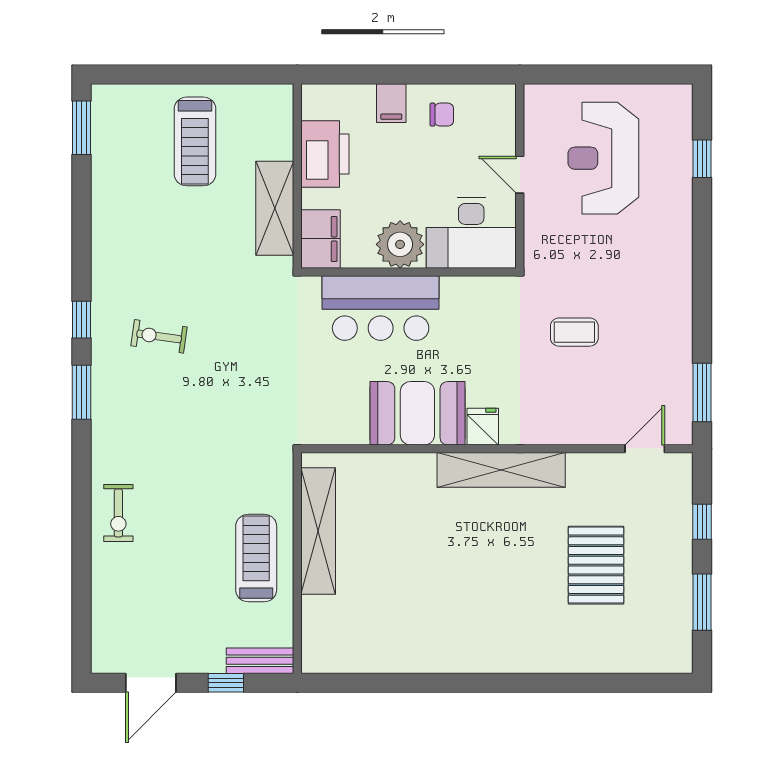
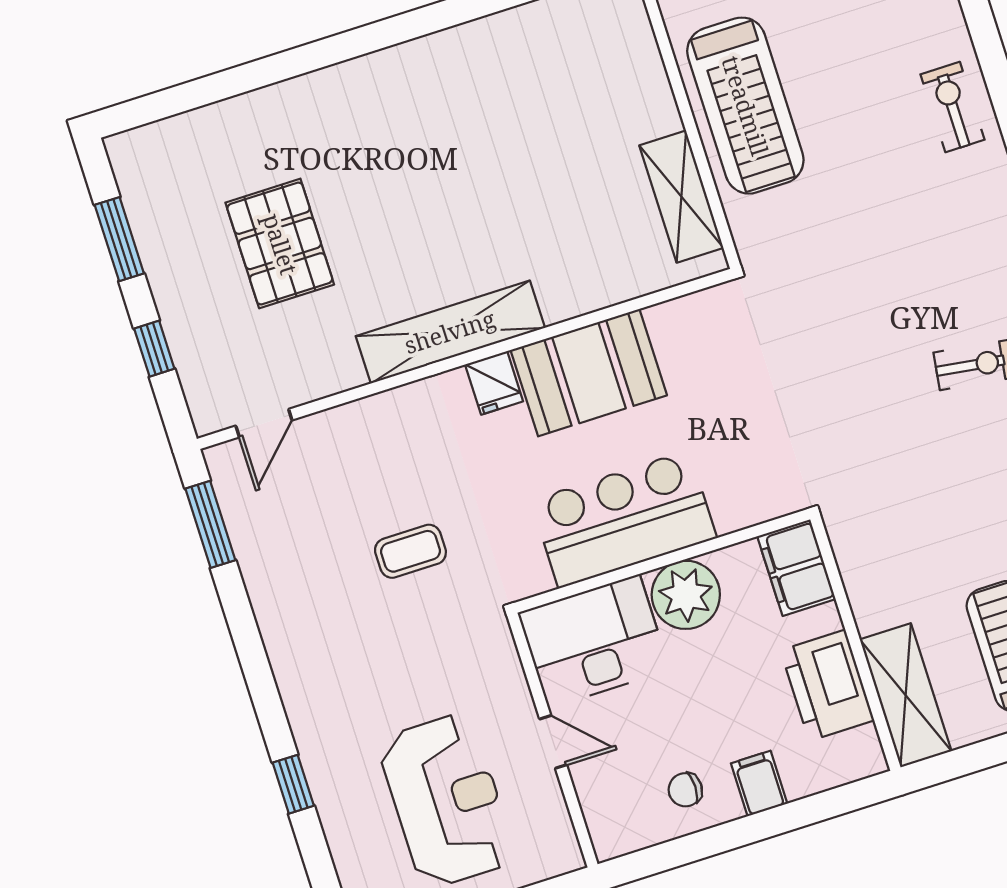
window: (702, 159) -> (293, 784), moved
shelving: (275, 208) -> (906, 695), moved
bar counter: (381, 308) -> (624, 519), moved
shelving: (318, 531) -> (681, 197), width x0.68
treadmill: (256, 558) -> (745, 106), width x1.37, depth x1.38

